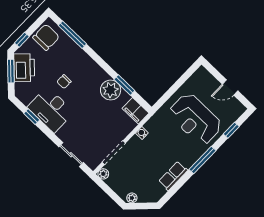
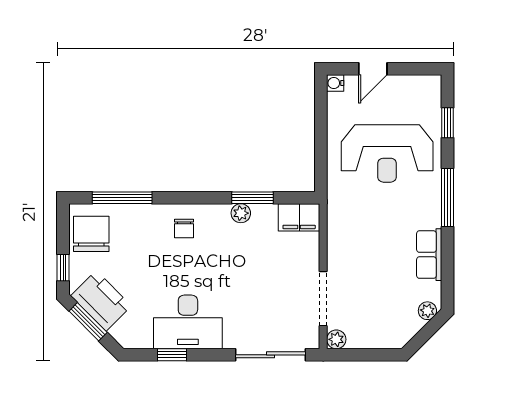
chair: (64, 82) -> (184, 228), moved
door: (230, 88) -> (373, 69), moved
plant: (111, 90) -> (241, 213), width x0.53, depth x0.53
water cooler: (142, 133) -> (335, 83), moved
sliding door: (71, 155) -> (270, 355), width x1.37
plant: (132, 198) -> (427, 311), moved

